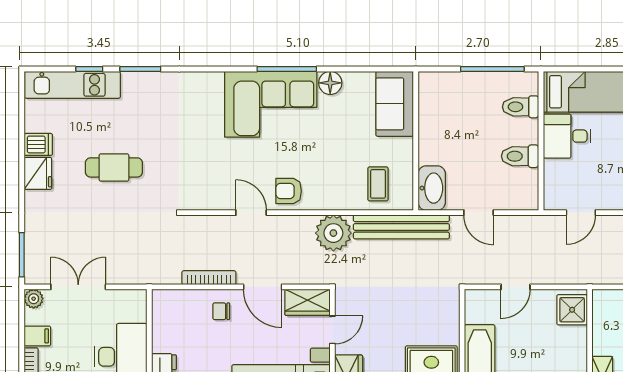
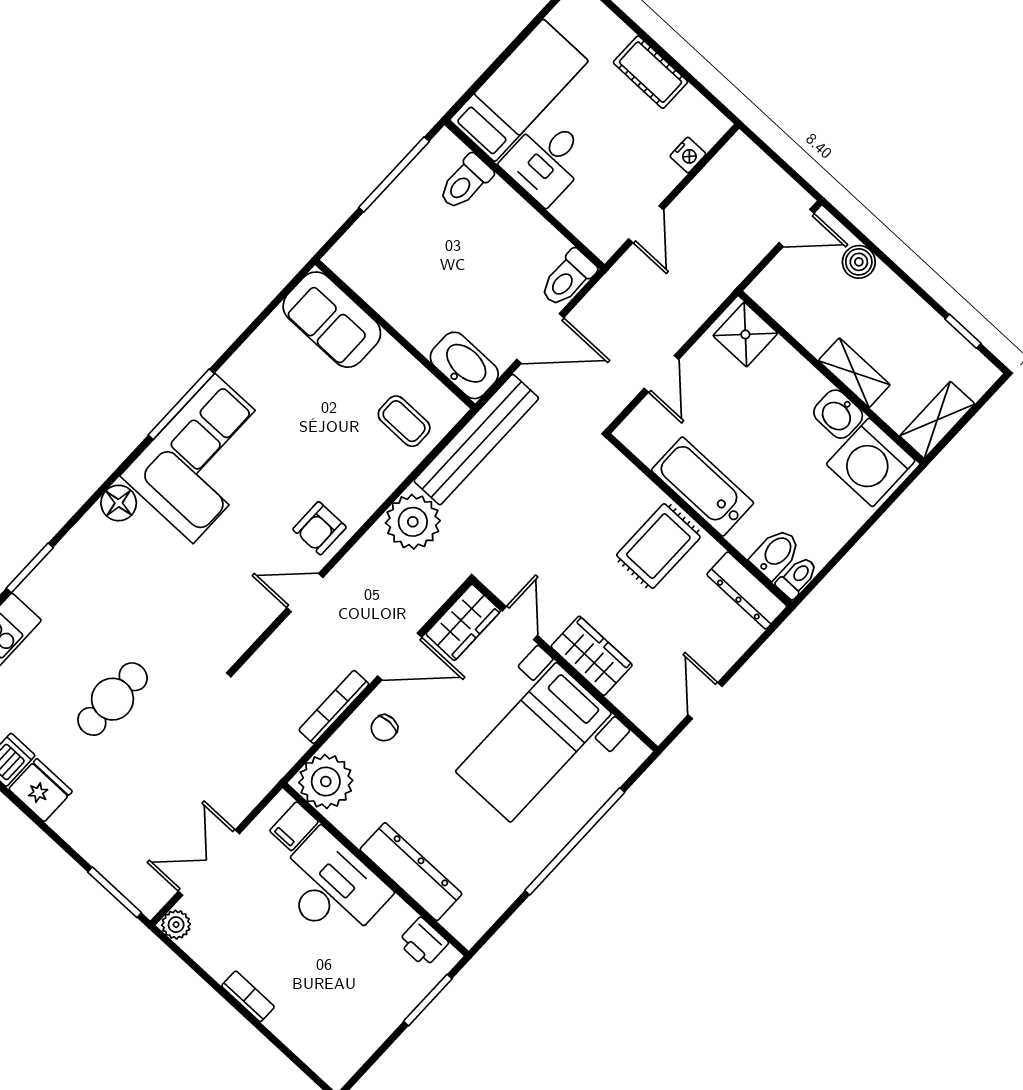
floor lamp: (330, 83) -> (119, 503), moved
toilet: (520, 156) -> (568, 278), moved
door: (479, 213) -> (540, 338), width x1.38
plant: (169, 307) -> (326, 781), added
filing cabinet: (37, 336) -> (294, 826), moved, turned 180

